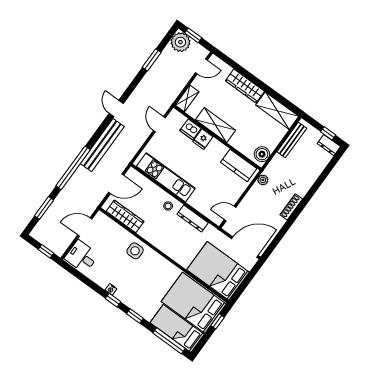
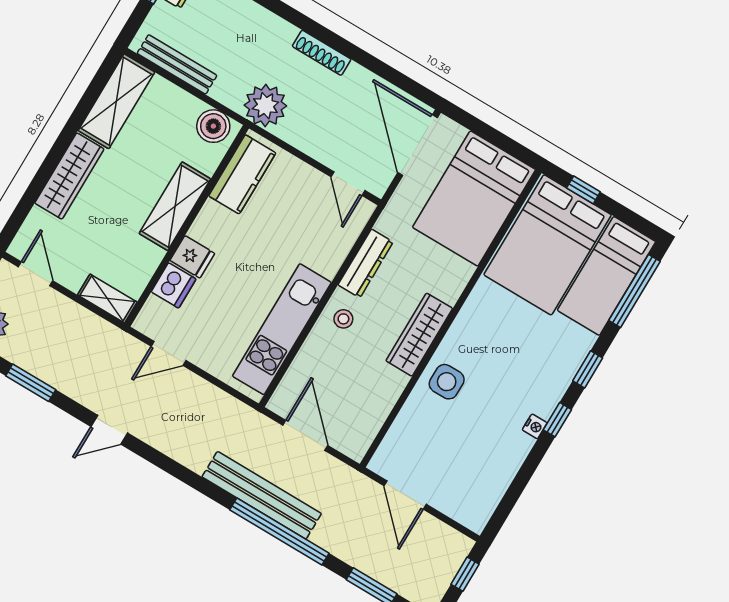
door: (116, 109) -> (109, 430), moved
shelving: (215, 125) -> (175, 206), moved
bench: (102, 145) -> (262, 495), moved
plant: (263, 180) -> (265, 106), width x1.88, depth x1.88
wardrobe: (125, 216) -> (419, 335), moved
desk: (82, 257) -> (469, 496), removed

